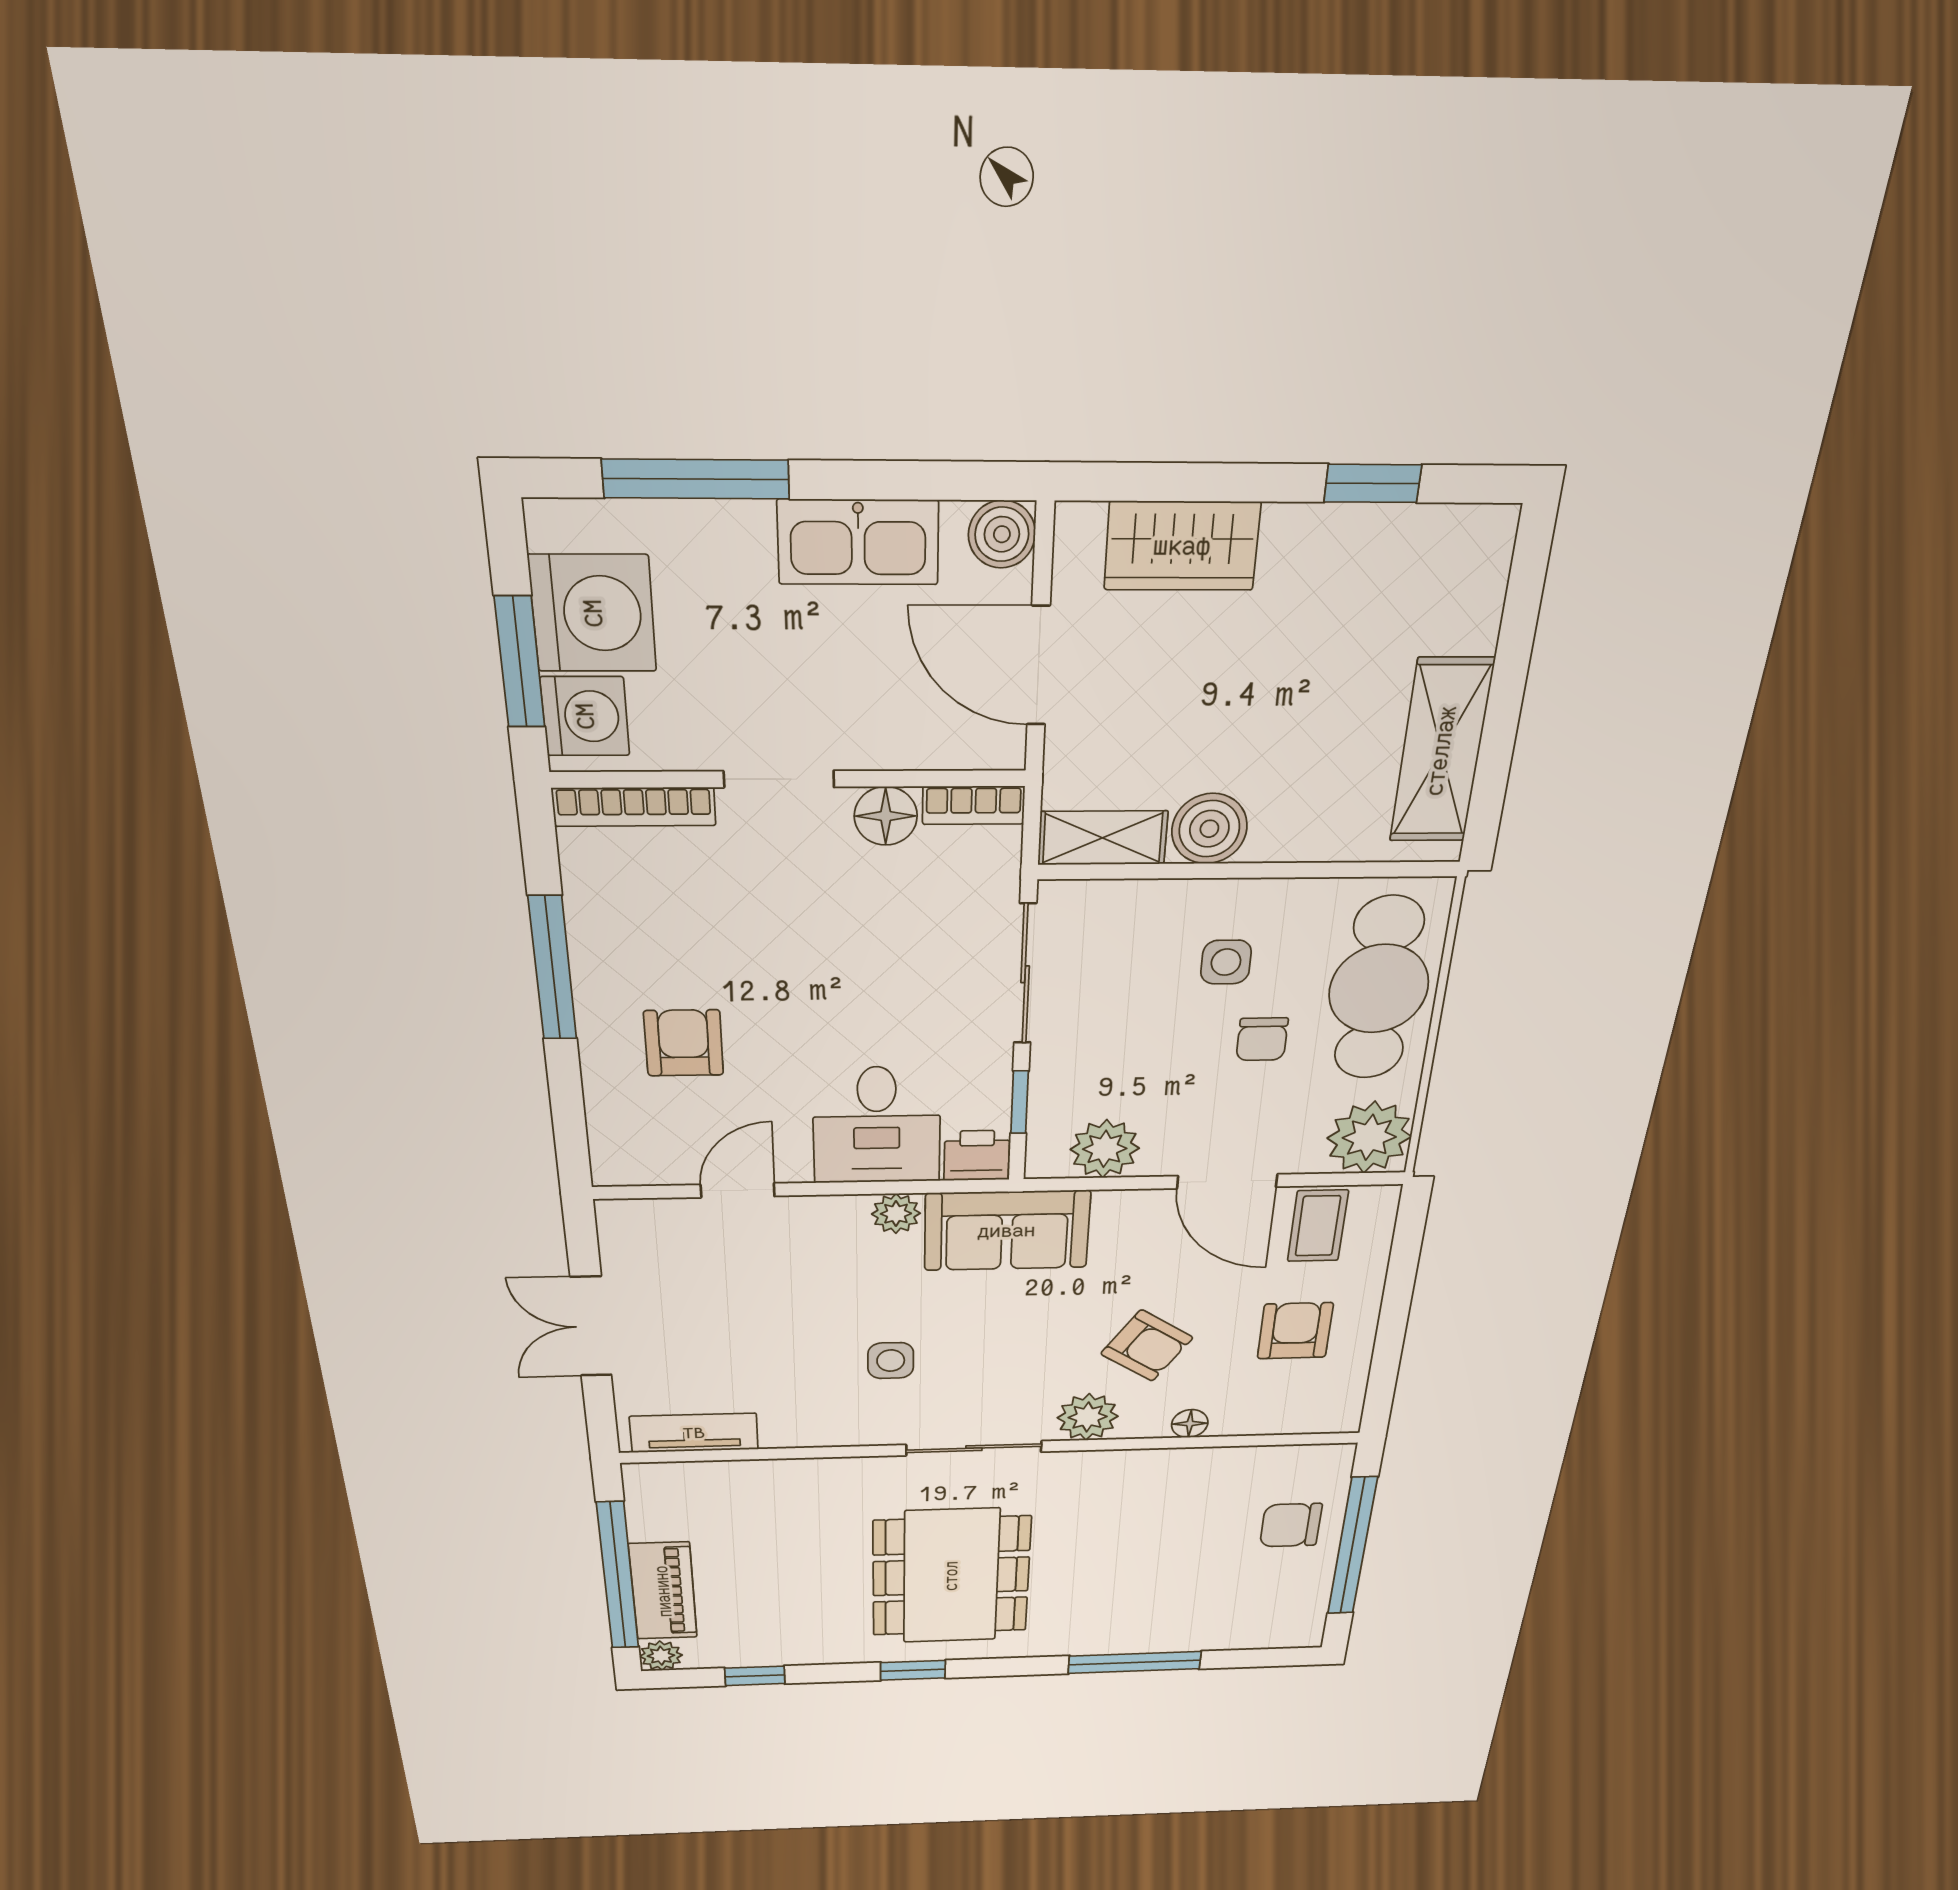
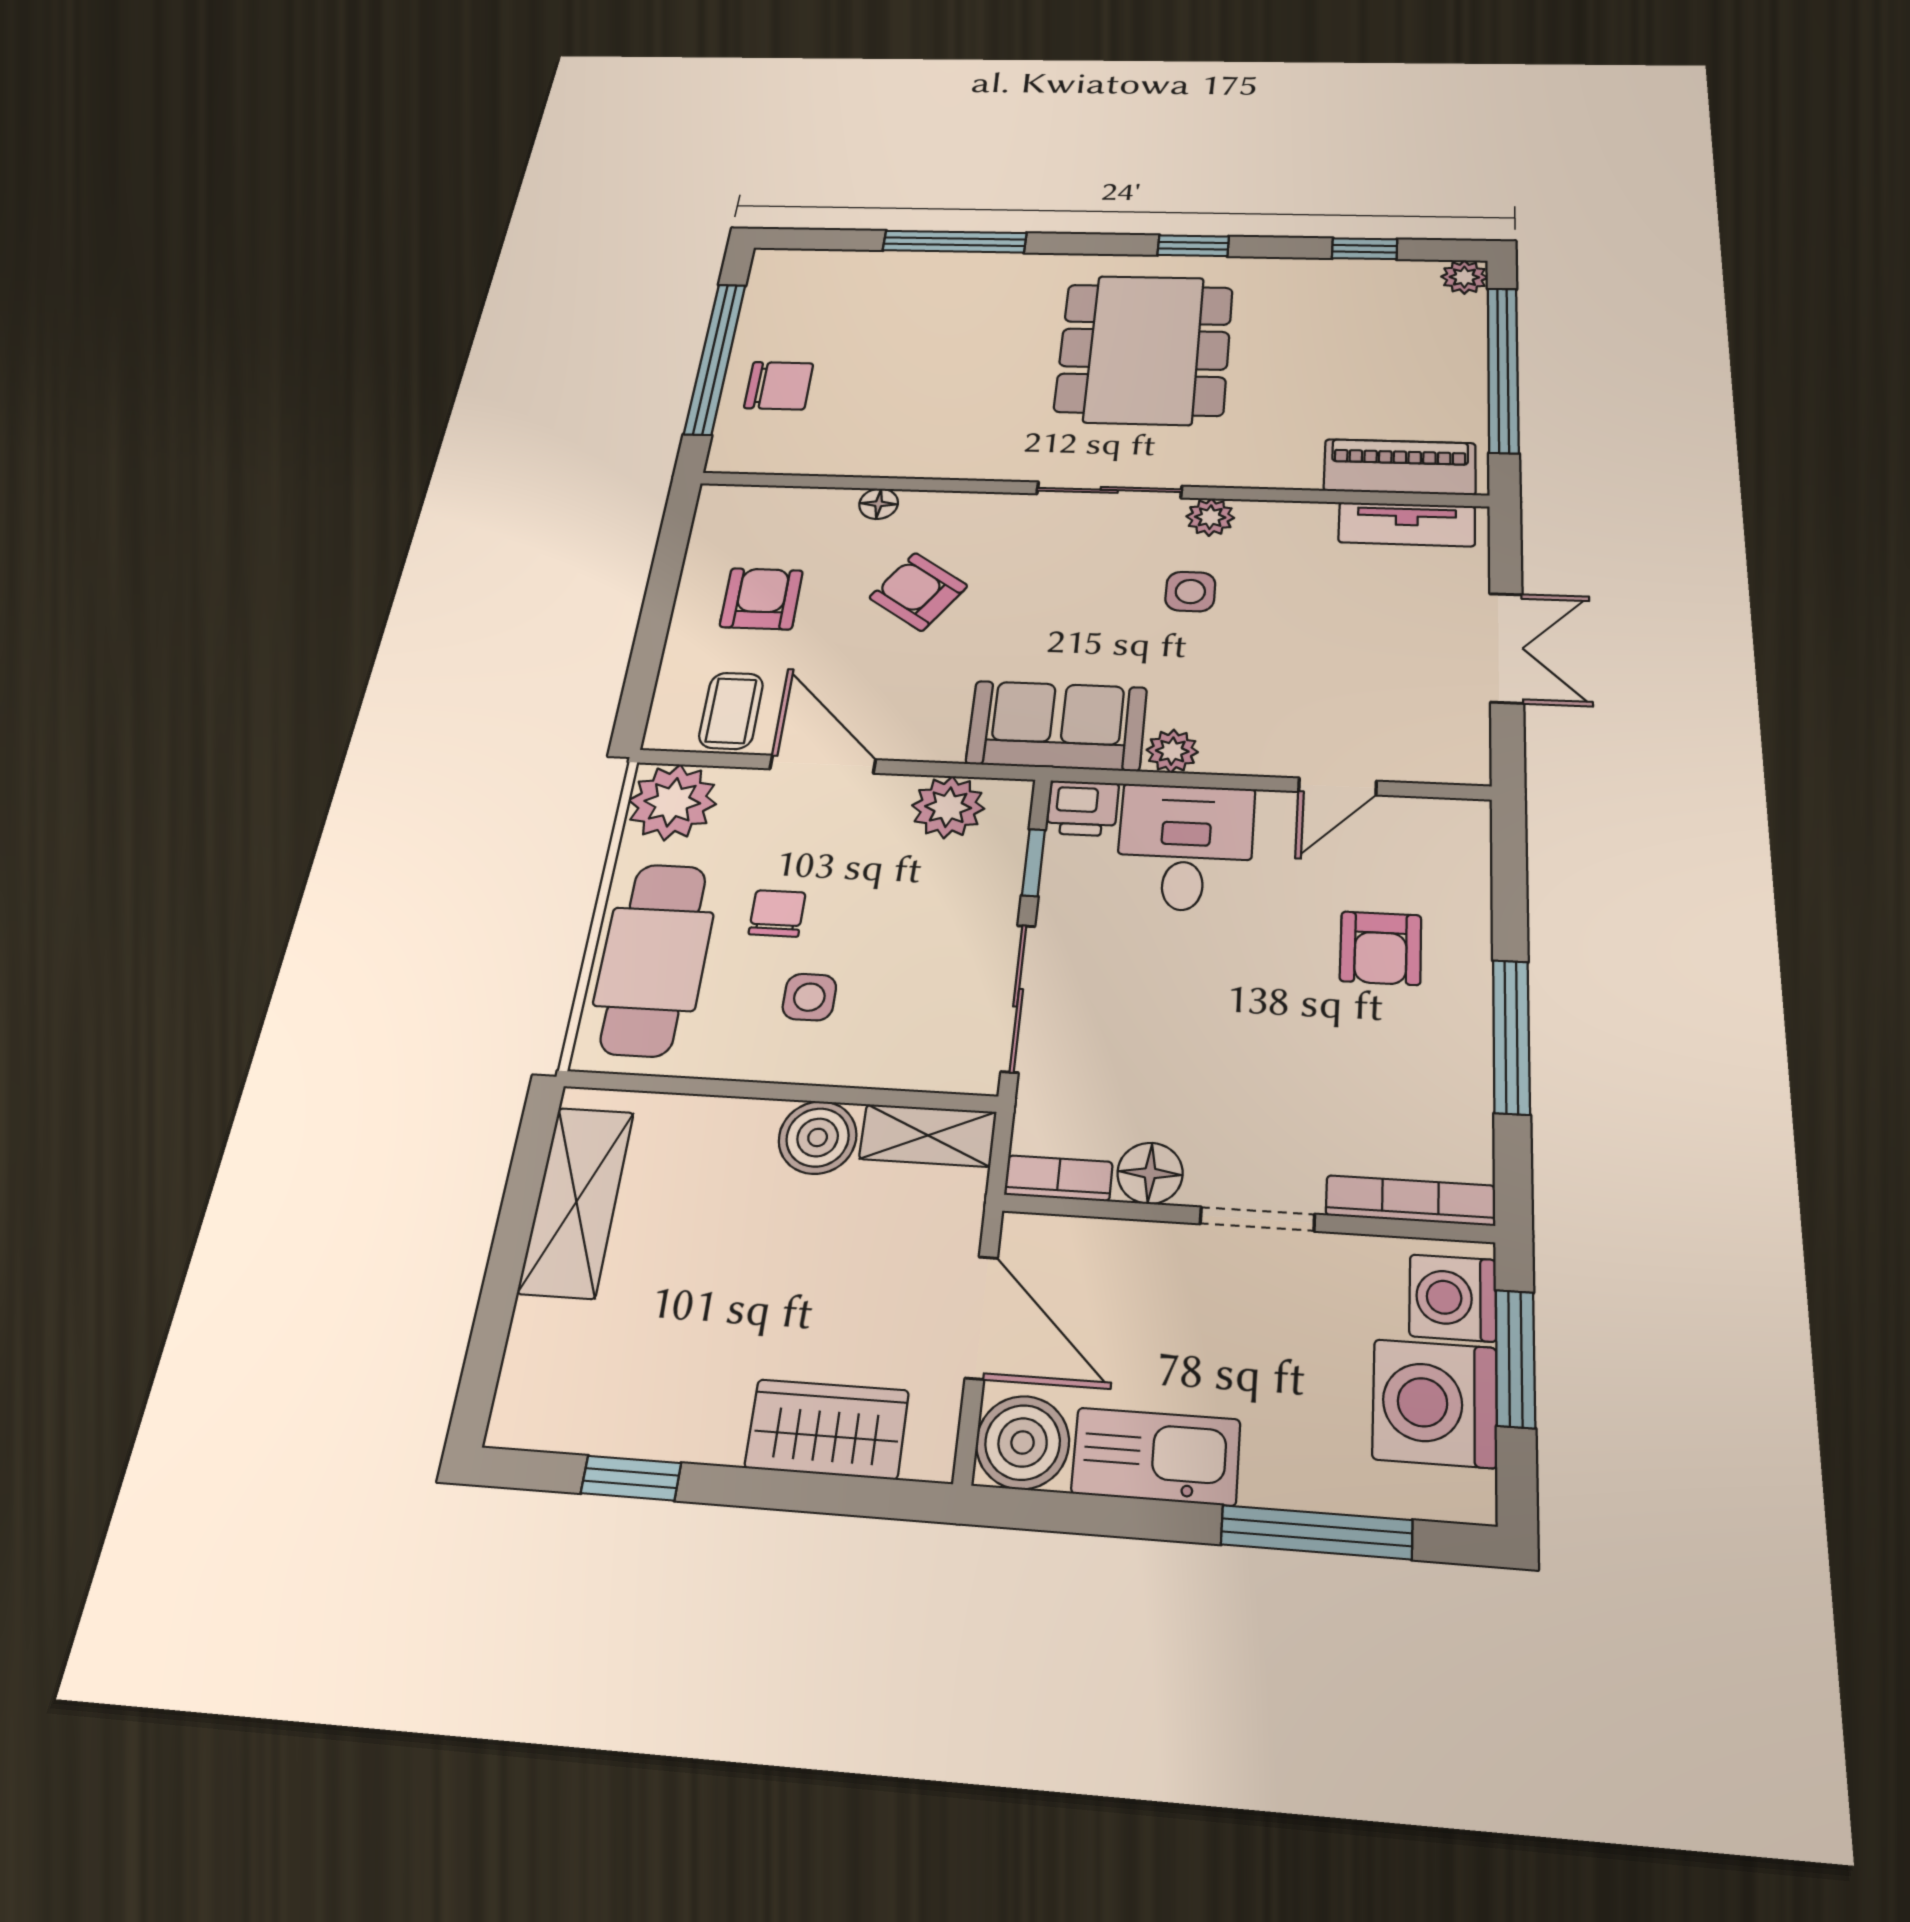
boiler: (1002, 534) -> (1023, 1442), width x1.36, depth x1.36
armchair: (1295, 1331) -> (761, 599), turned 180
plant: (1088, 1417) -> (1210, 517), moved, width x0.73, depth x0.73
piano: (663, 1591) -> (1400, 467), moved, turned 90

